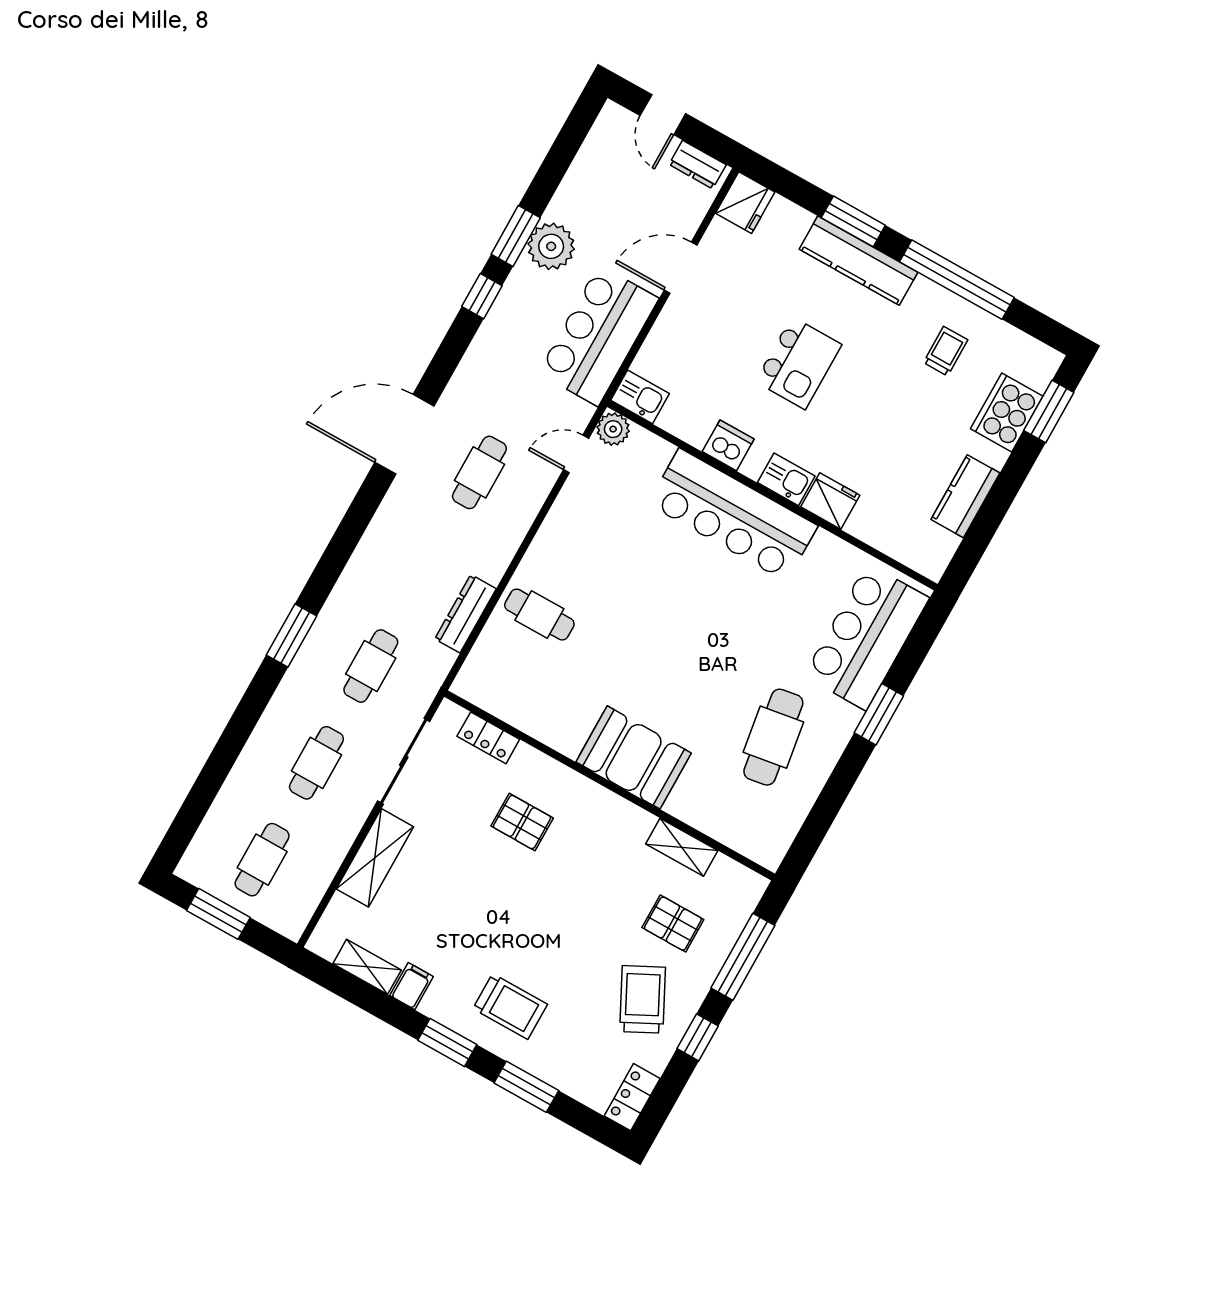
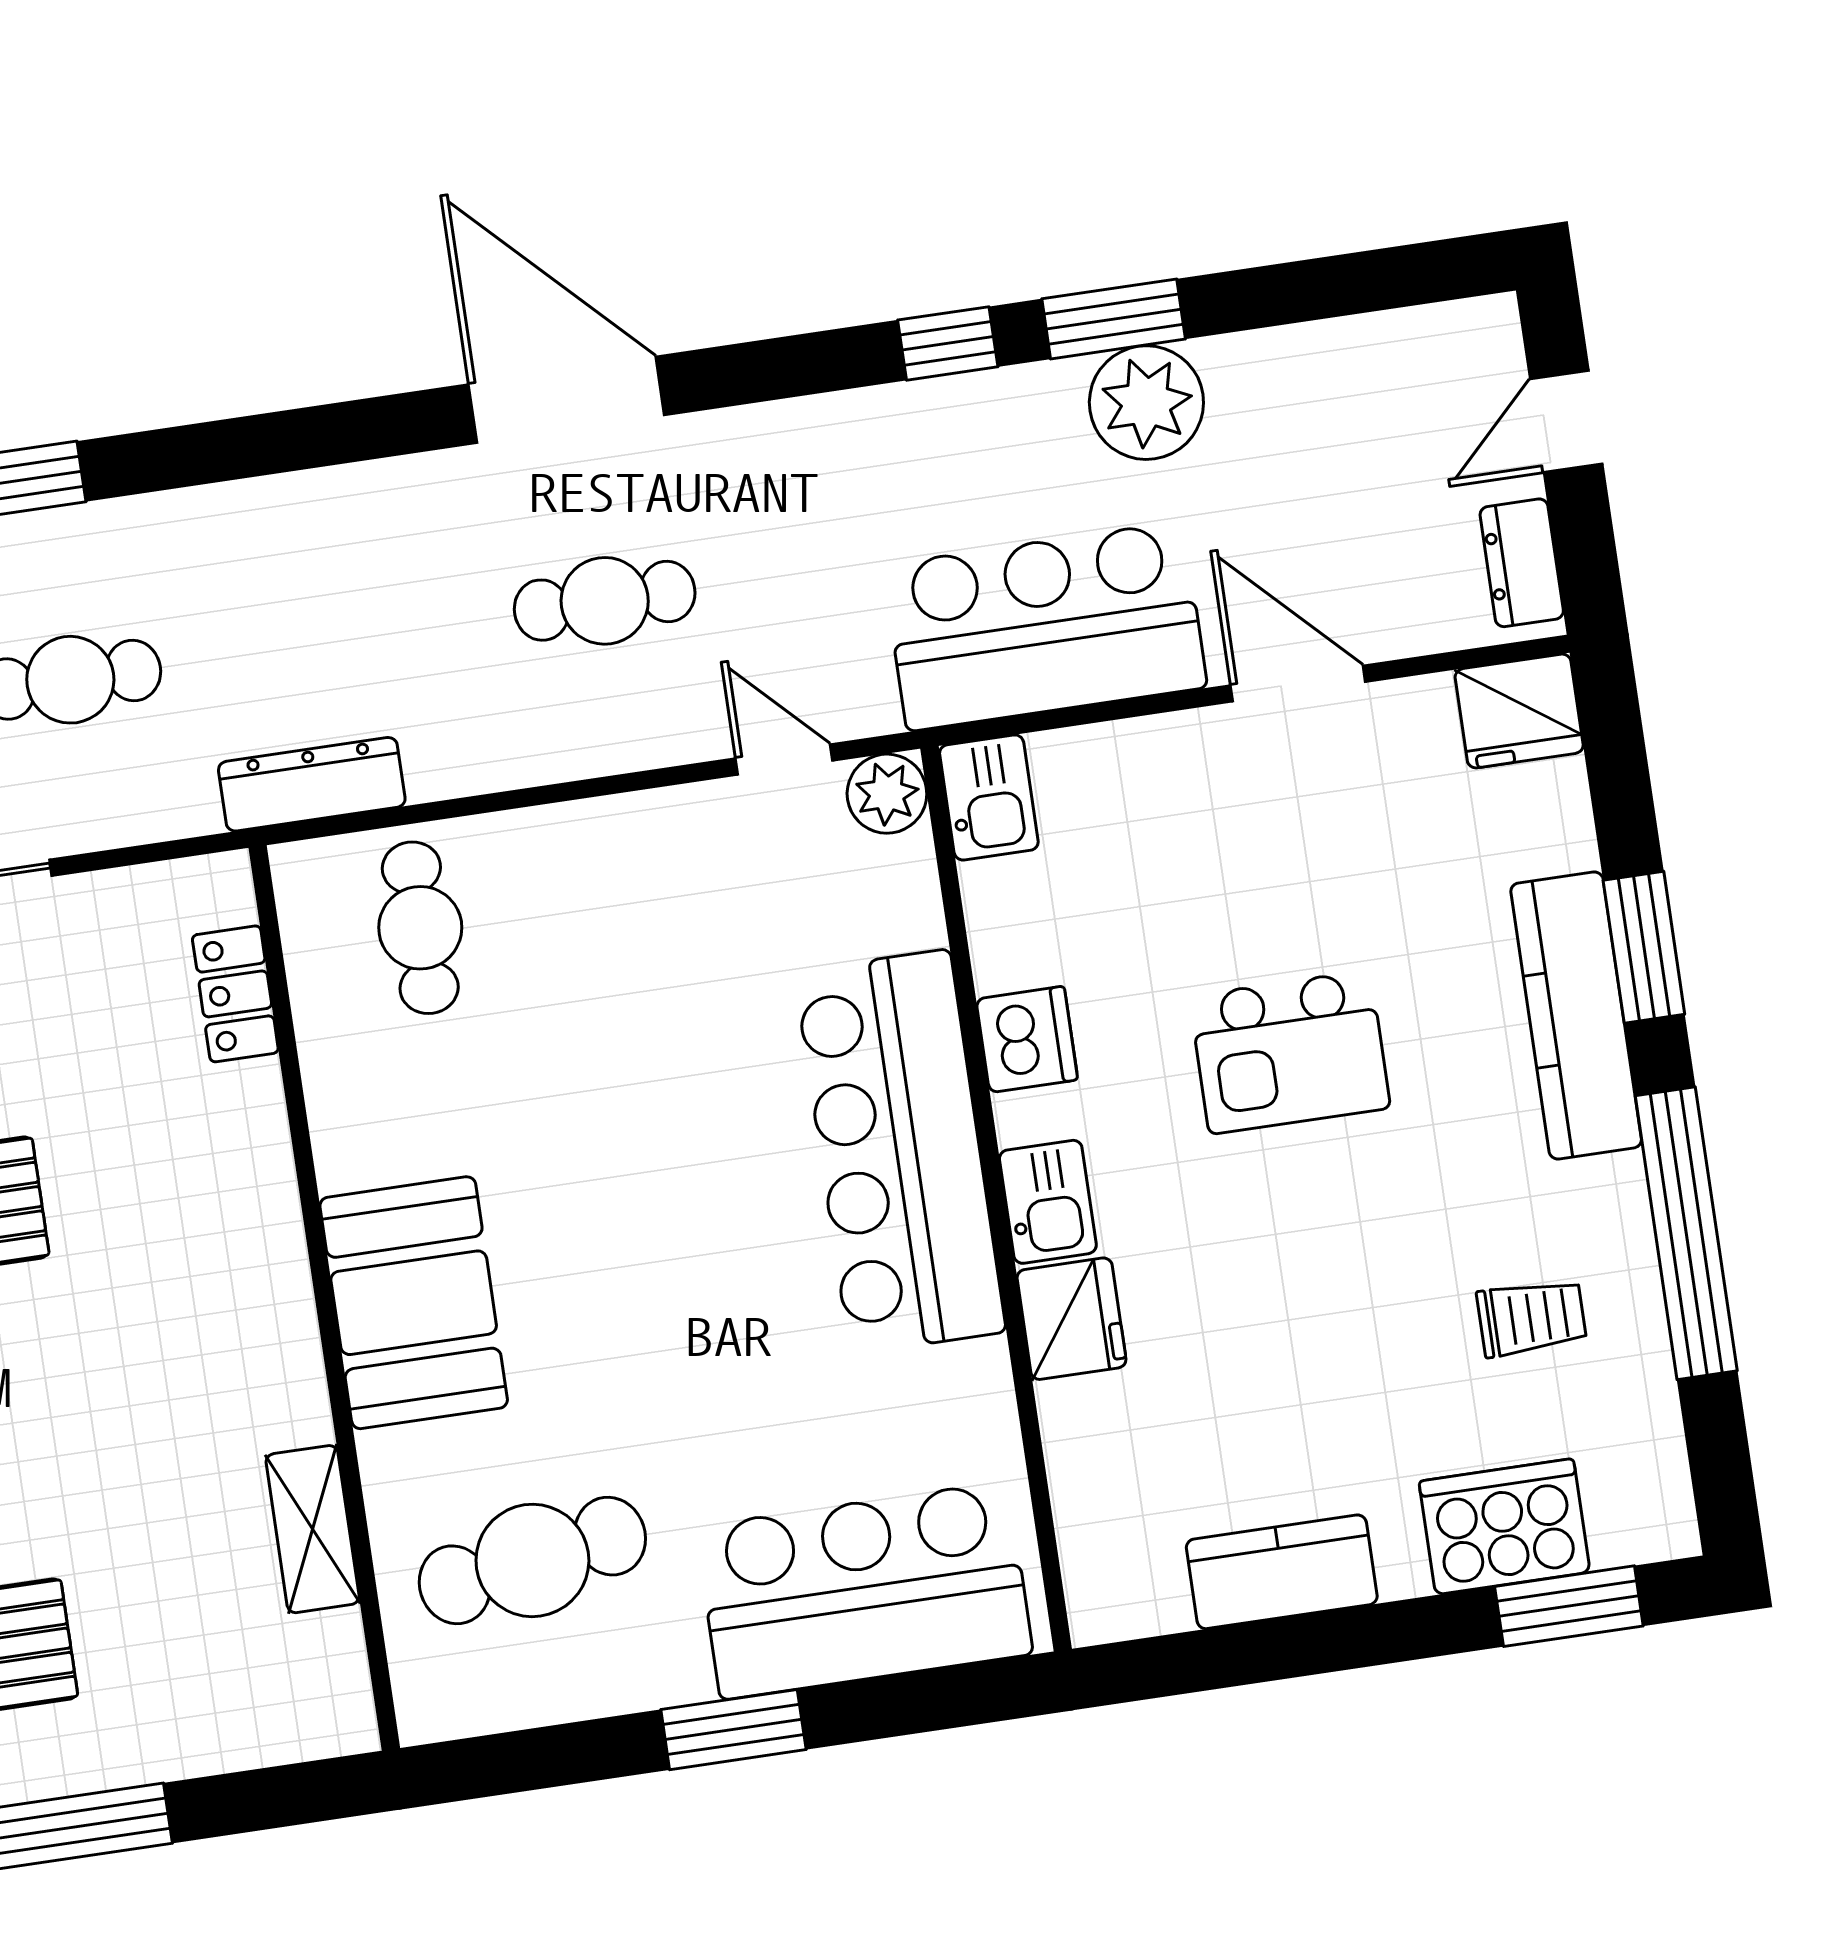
locker: (488, 738) -> (235, 994), moved
booth: (634, 757) -> (414, 1303), moved
wall: (610, 785) -> (324, 1298), moved
shelving: (682, 847) -> (313, 1529), moved

